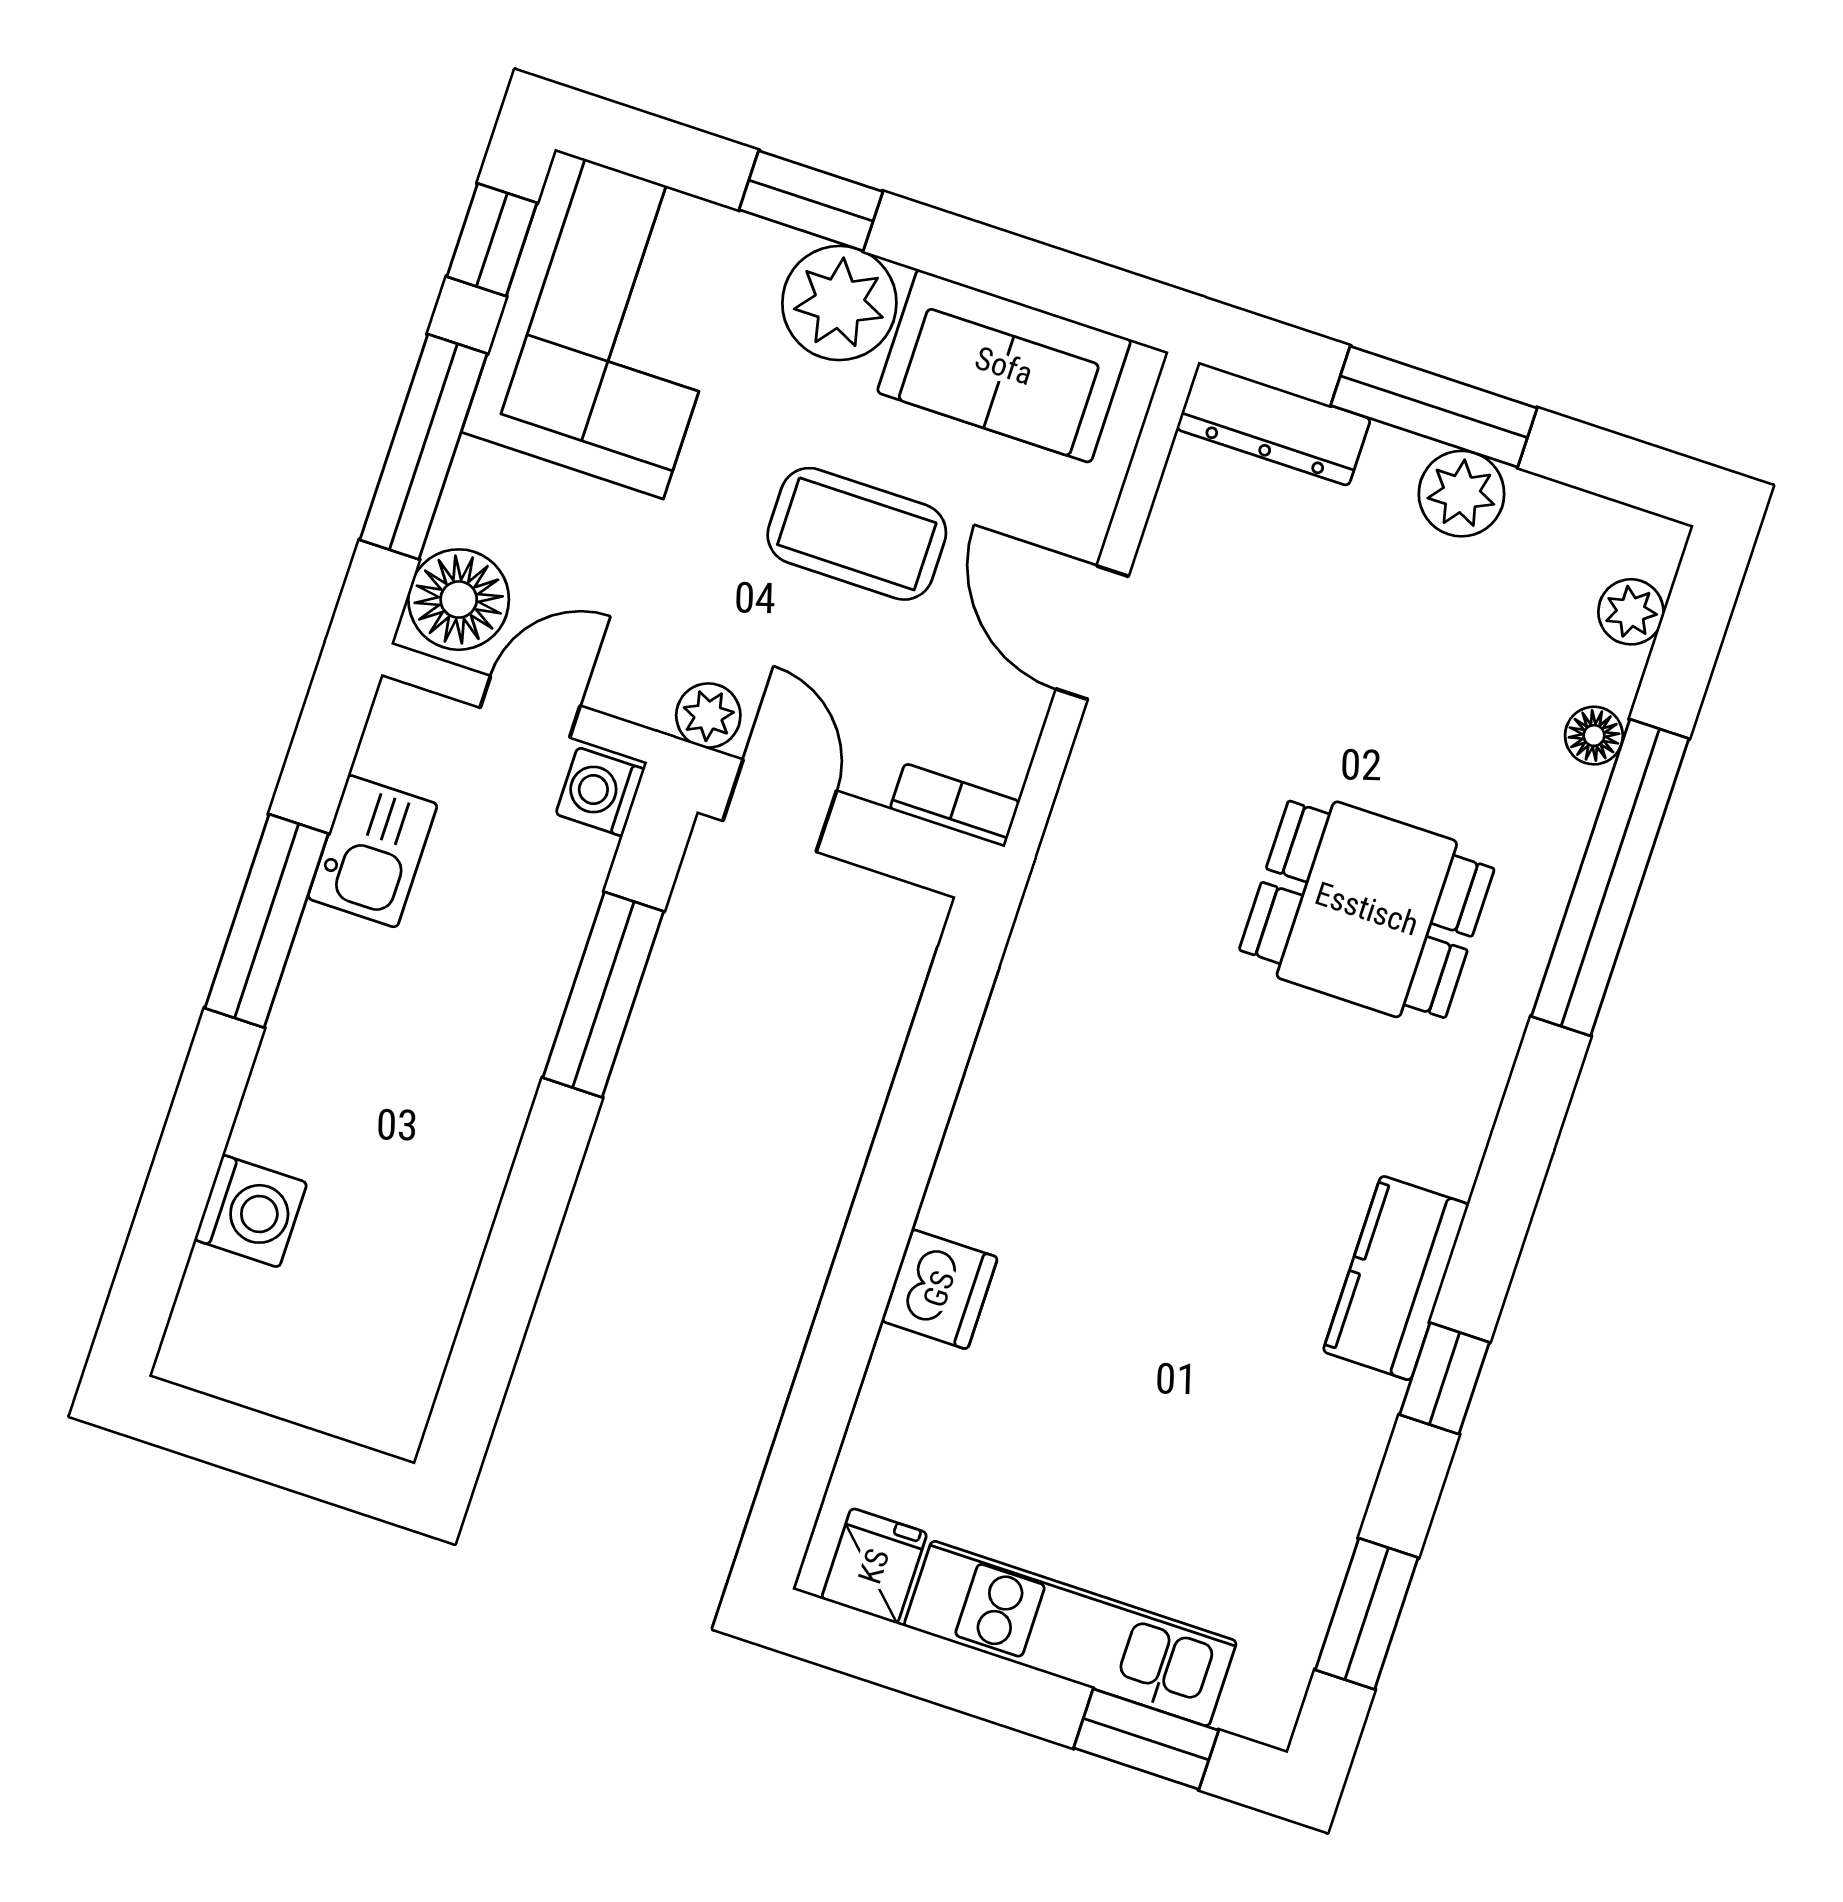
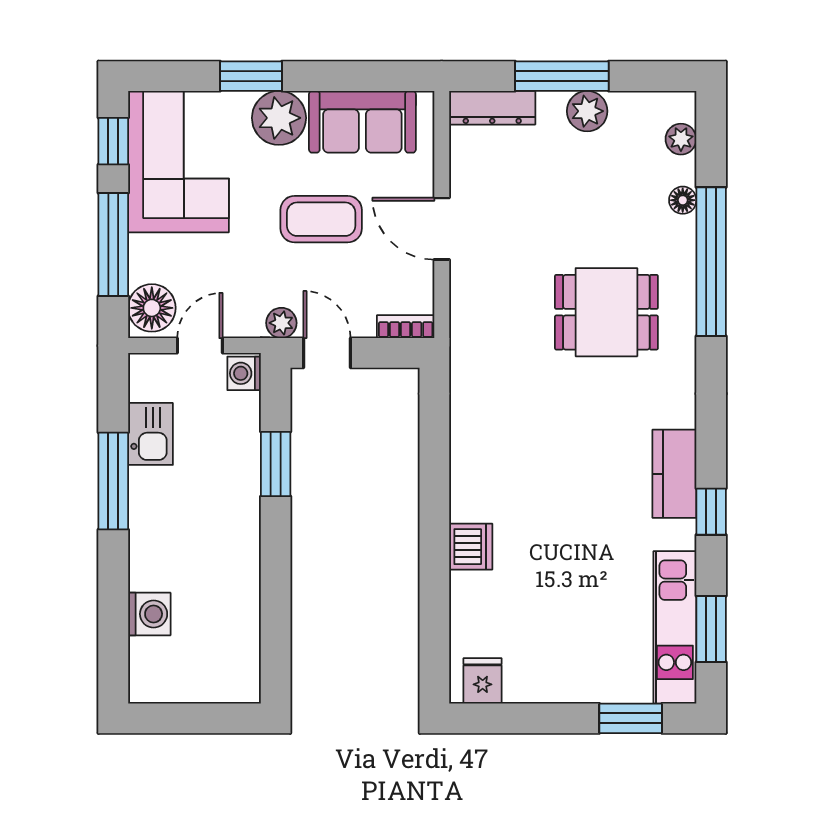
window: (603, 995) -> (276, 464), width x0.69
kitchen unit: (1070, 1634) -> (675, 627), moved, turned -90

